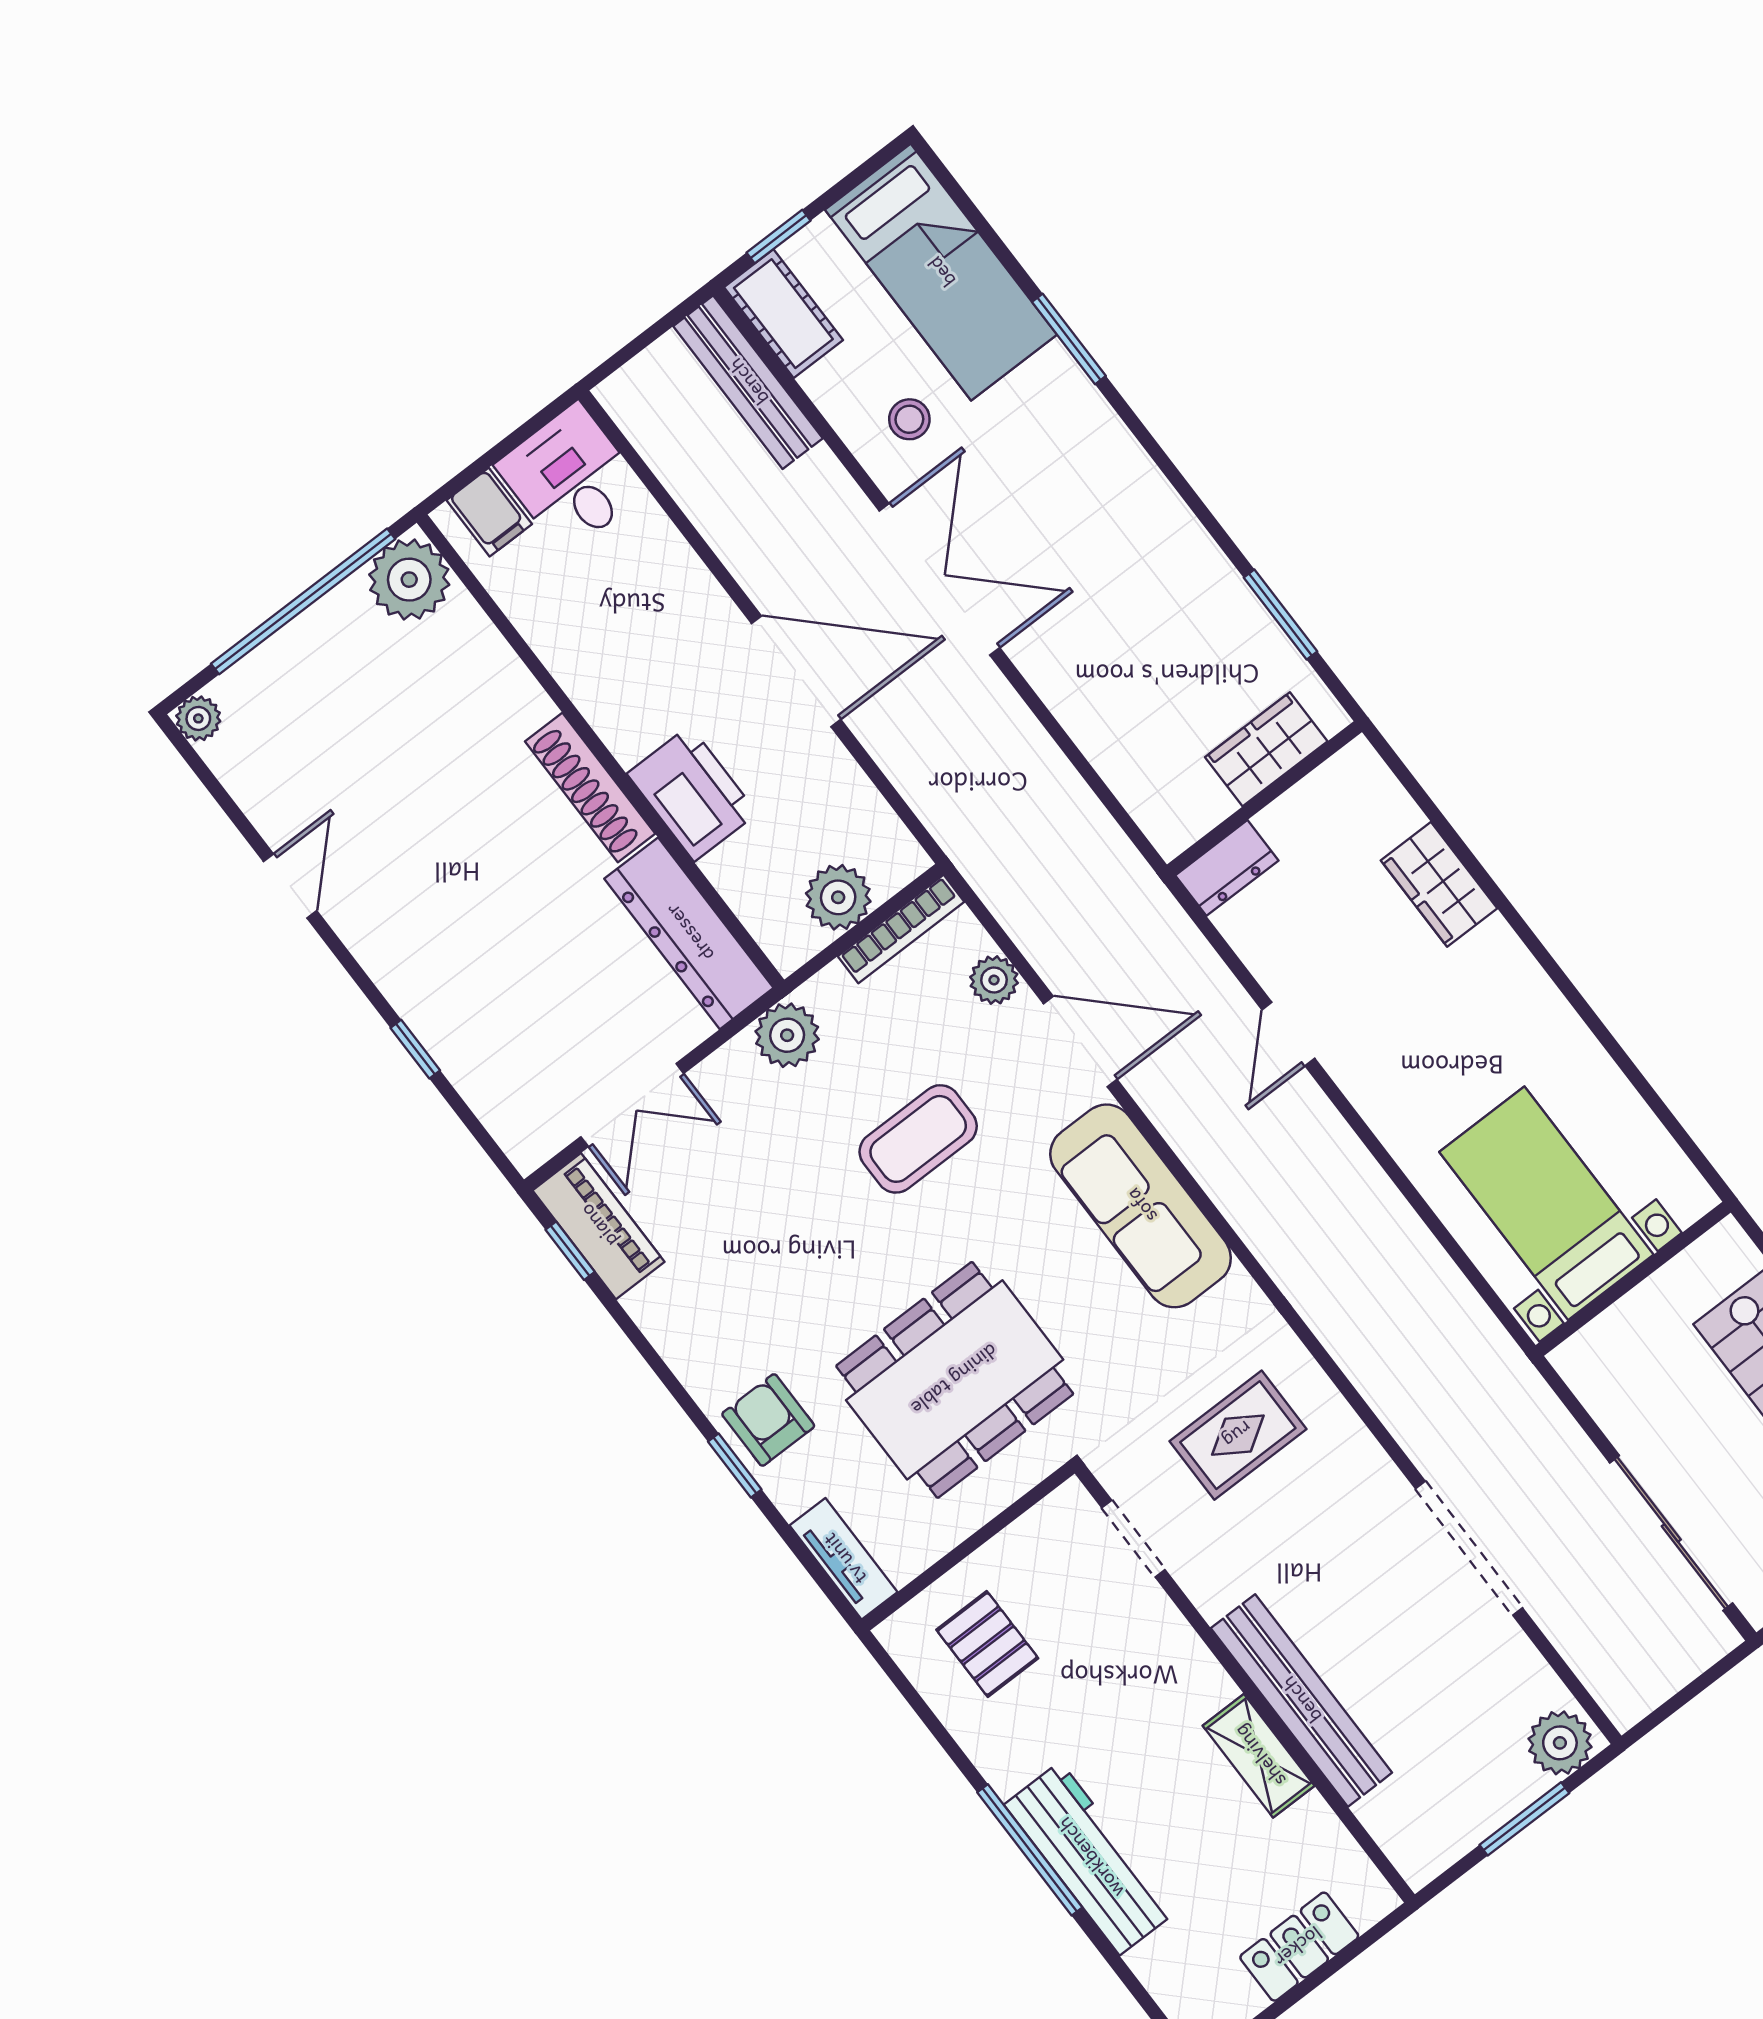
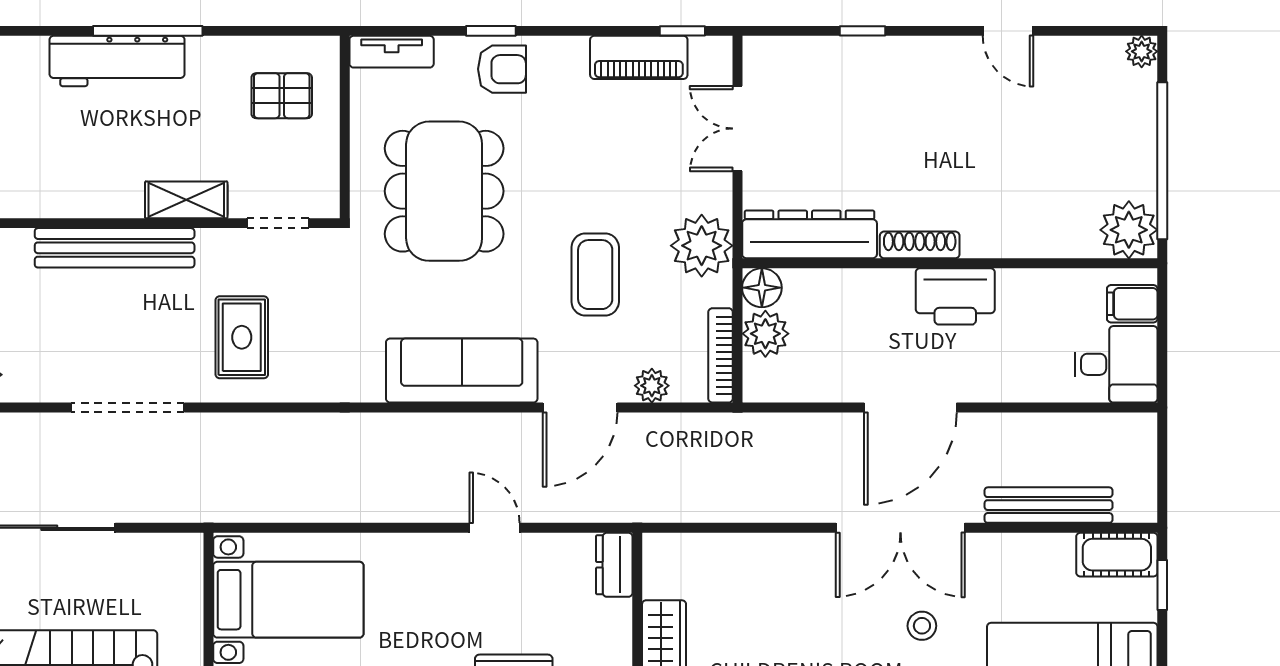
bench: (748, 382) -> (1049, 505), moved
stool: (909, 419) -> (922, 626), moved
shoe rack: (590, 787) -> (920, 245), width x0.74, depth x0.81
printer: (692, 794) -> (955, 296), moved
floor lamp: (790, 941) -> (762, 288), added
plant: (787, 1035) -> (702, 246), width x1.36, depth x1.36
piano: (598, 1226) -> (639, 57), moved
rug: (1238, 1435) -> (242, 337), moved
shelving: (1259, 1756) -> (186, 200), moved

